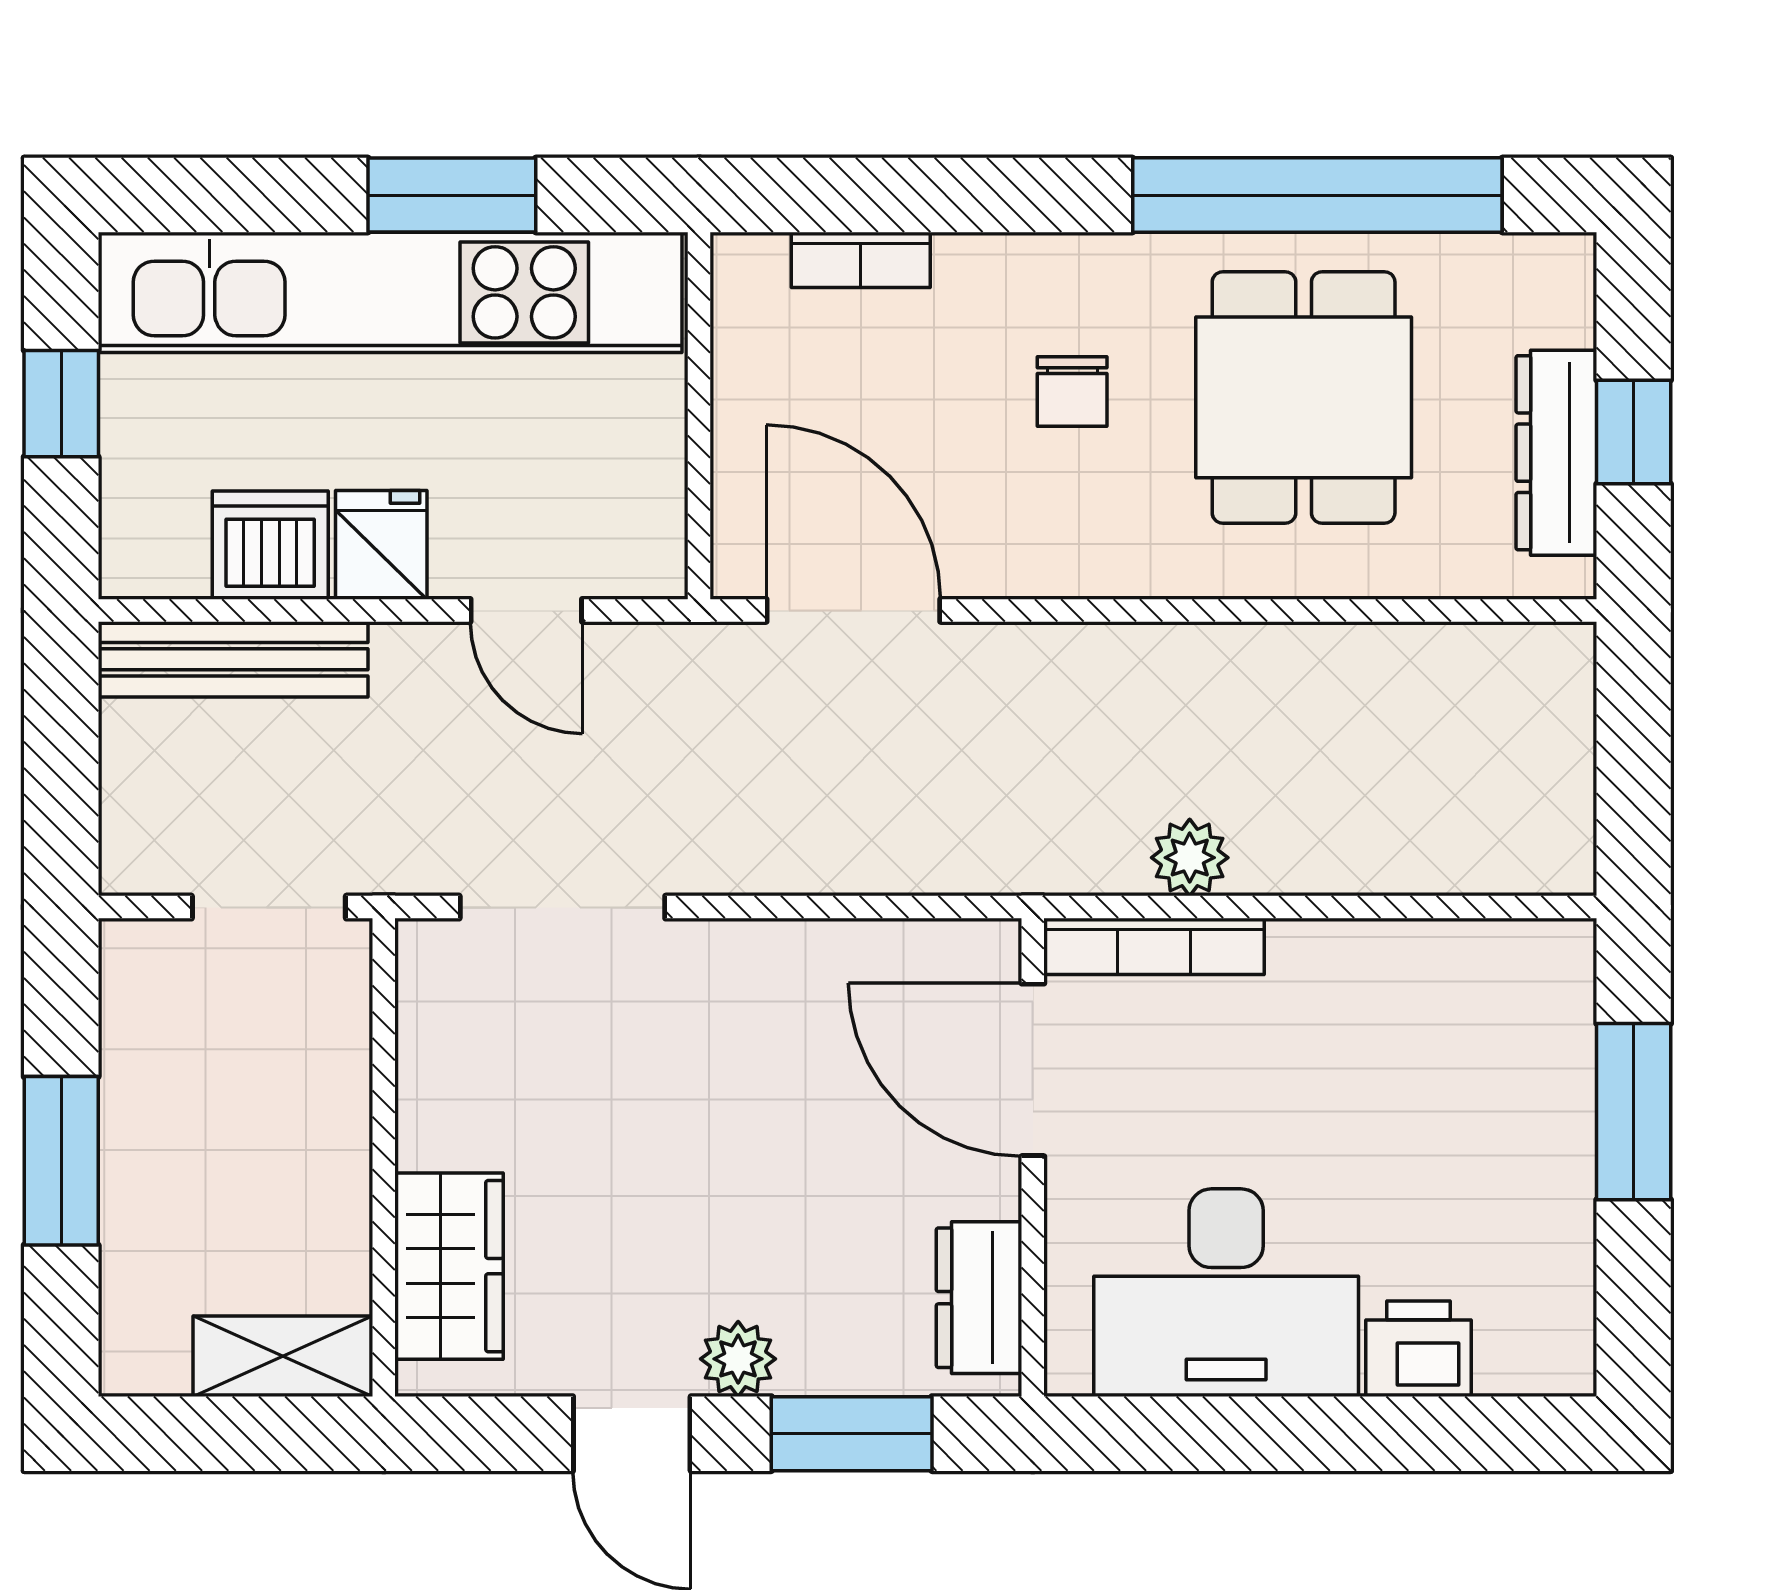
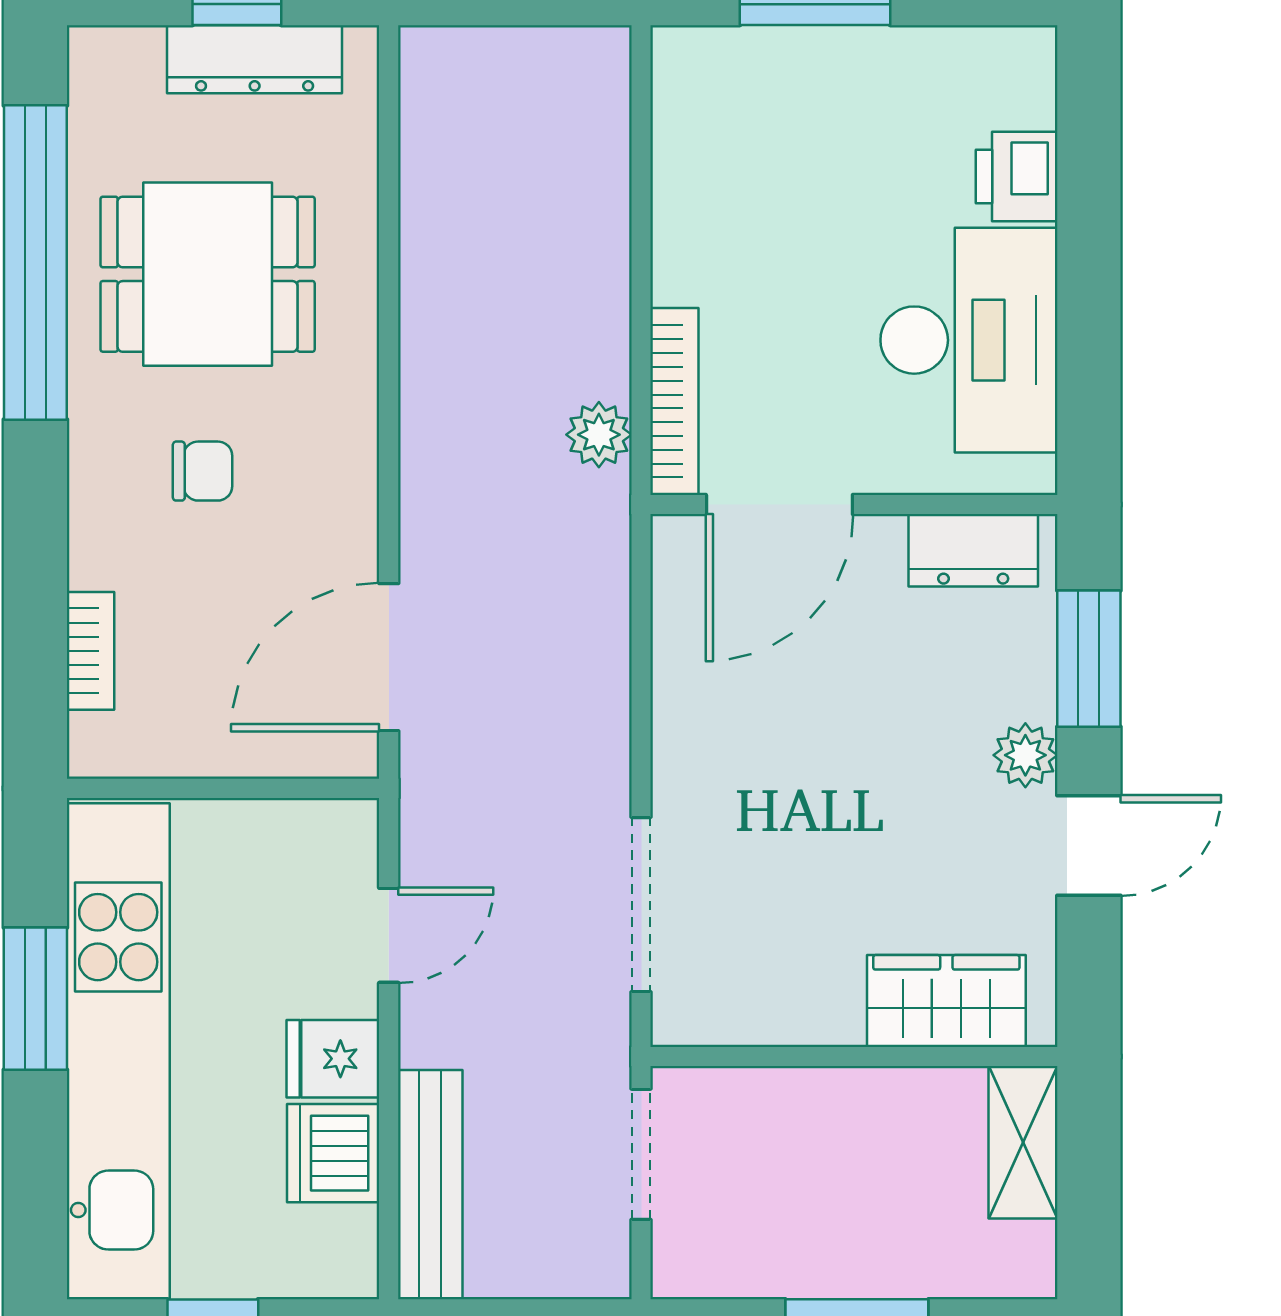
plant: (1190, 858) -> (599, 435), moved

